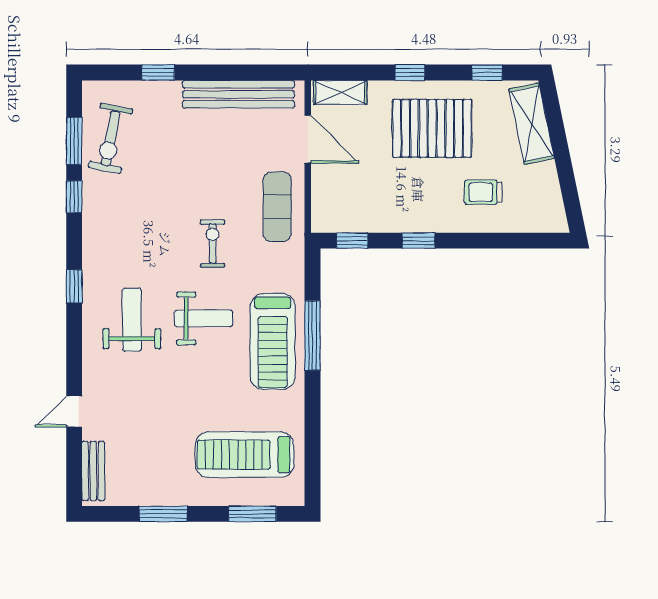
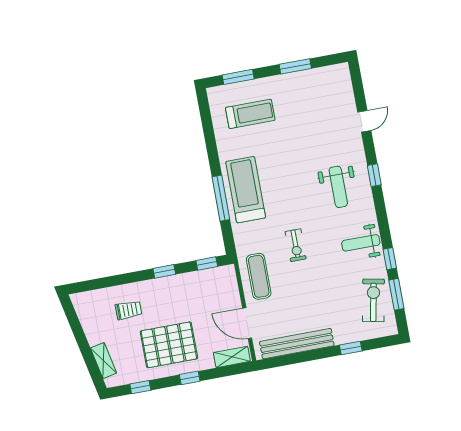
shelving: (532, 124) -> (103, 361), width x0.67, depth x0.75
window: (74, 286) -> (374, 175), moved
weight bench: (204, 318) -> (361, 243), moved
treadmill: (244, 455) -> (250, 114), width x0.73, depth x0.73
bench: (93, 471) -> (345, 86), removed

